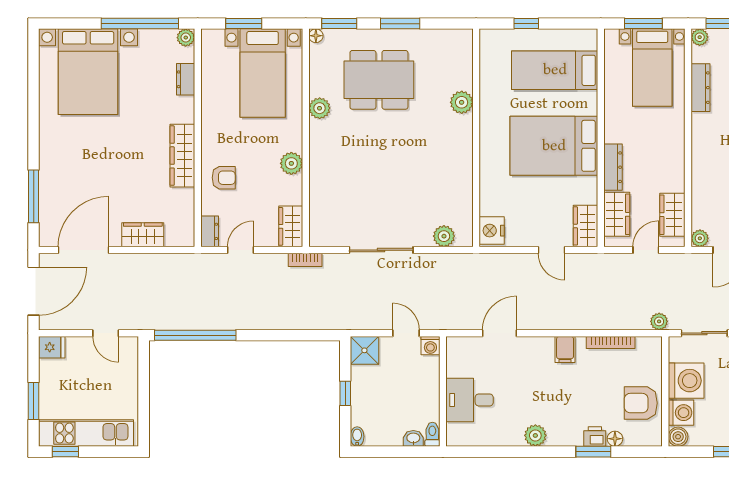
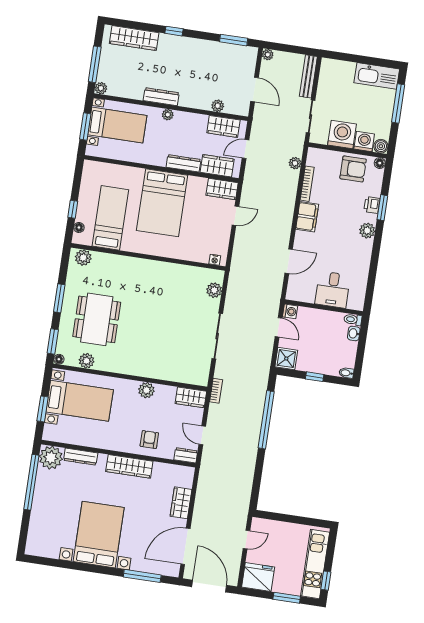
floor lamp: (502, 36) -> (79, 227), added
plant: (186, 38) -> (51, 458), width x1.88, depth x1.88
bed: (555, 70) -> (110, 218), moved, turned 180
bed with nightstands: (88, 72) -> (99, 535), moved, turned -90
dresser: (186, 79) -> (81, 457), width x1.44
dresser: (701, 88) -> (161, 97), moved
plant: (462, 102) -> (83, 258), moved
plant: (320, 108) -> (87, 361), moved
plant: (677, 135) -> (168, 115), added
nightstand: (492, 231) -> (215, 260), width x0.53, depth x0.56
plant: (700, 238) -> (218, 106), moved
door: (83, 250) -> (185, 546), hinge flipped
door: (646, 250) -> (246, 149), hinge flipped
plant: (659, 321) -> (295, 163), moved
door: (406, 333) -> (279, 327), swing flipped
door: (500, 333) -> (289, 261), swing flipped
window: (195, 335) -> (266, 420), moved
fridge: (52, 347) -> (258, 577), width x1.88, depth x1.34
filing cabinet: (565, 349) -> (307, 217), width x2.00
armchair: (641, 403) -> (353, 169), turned -90
plant: (535, 435) -> (367, 231), moved
floor lamp: (615, 439) -> (380, 163), moved

